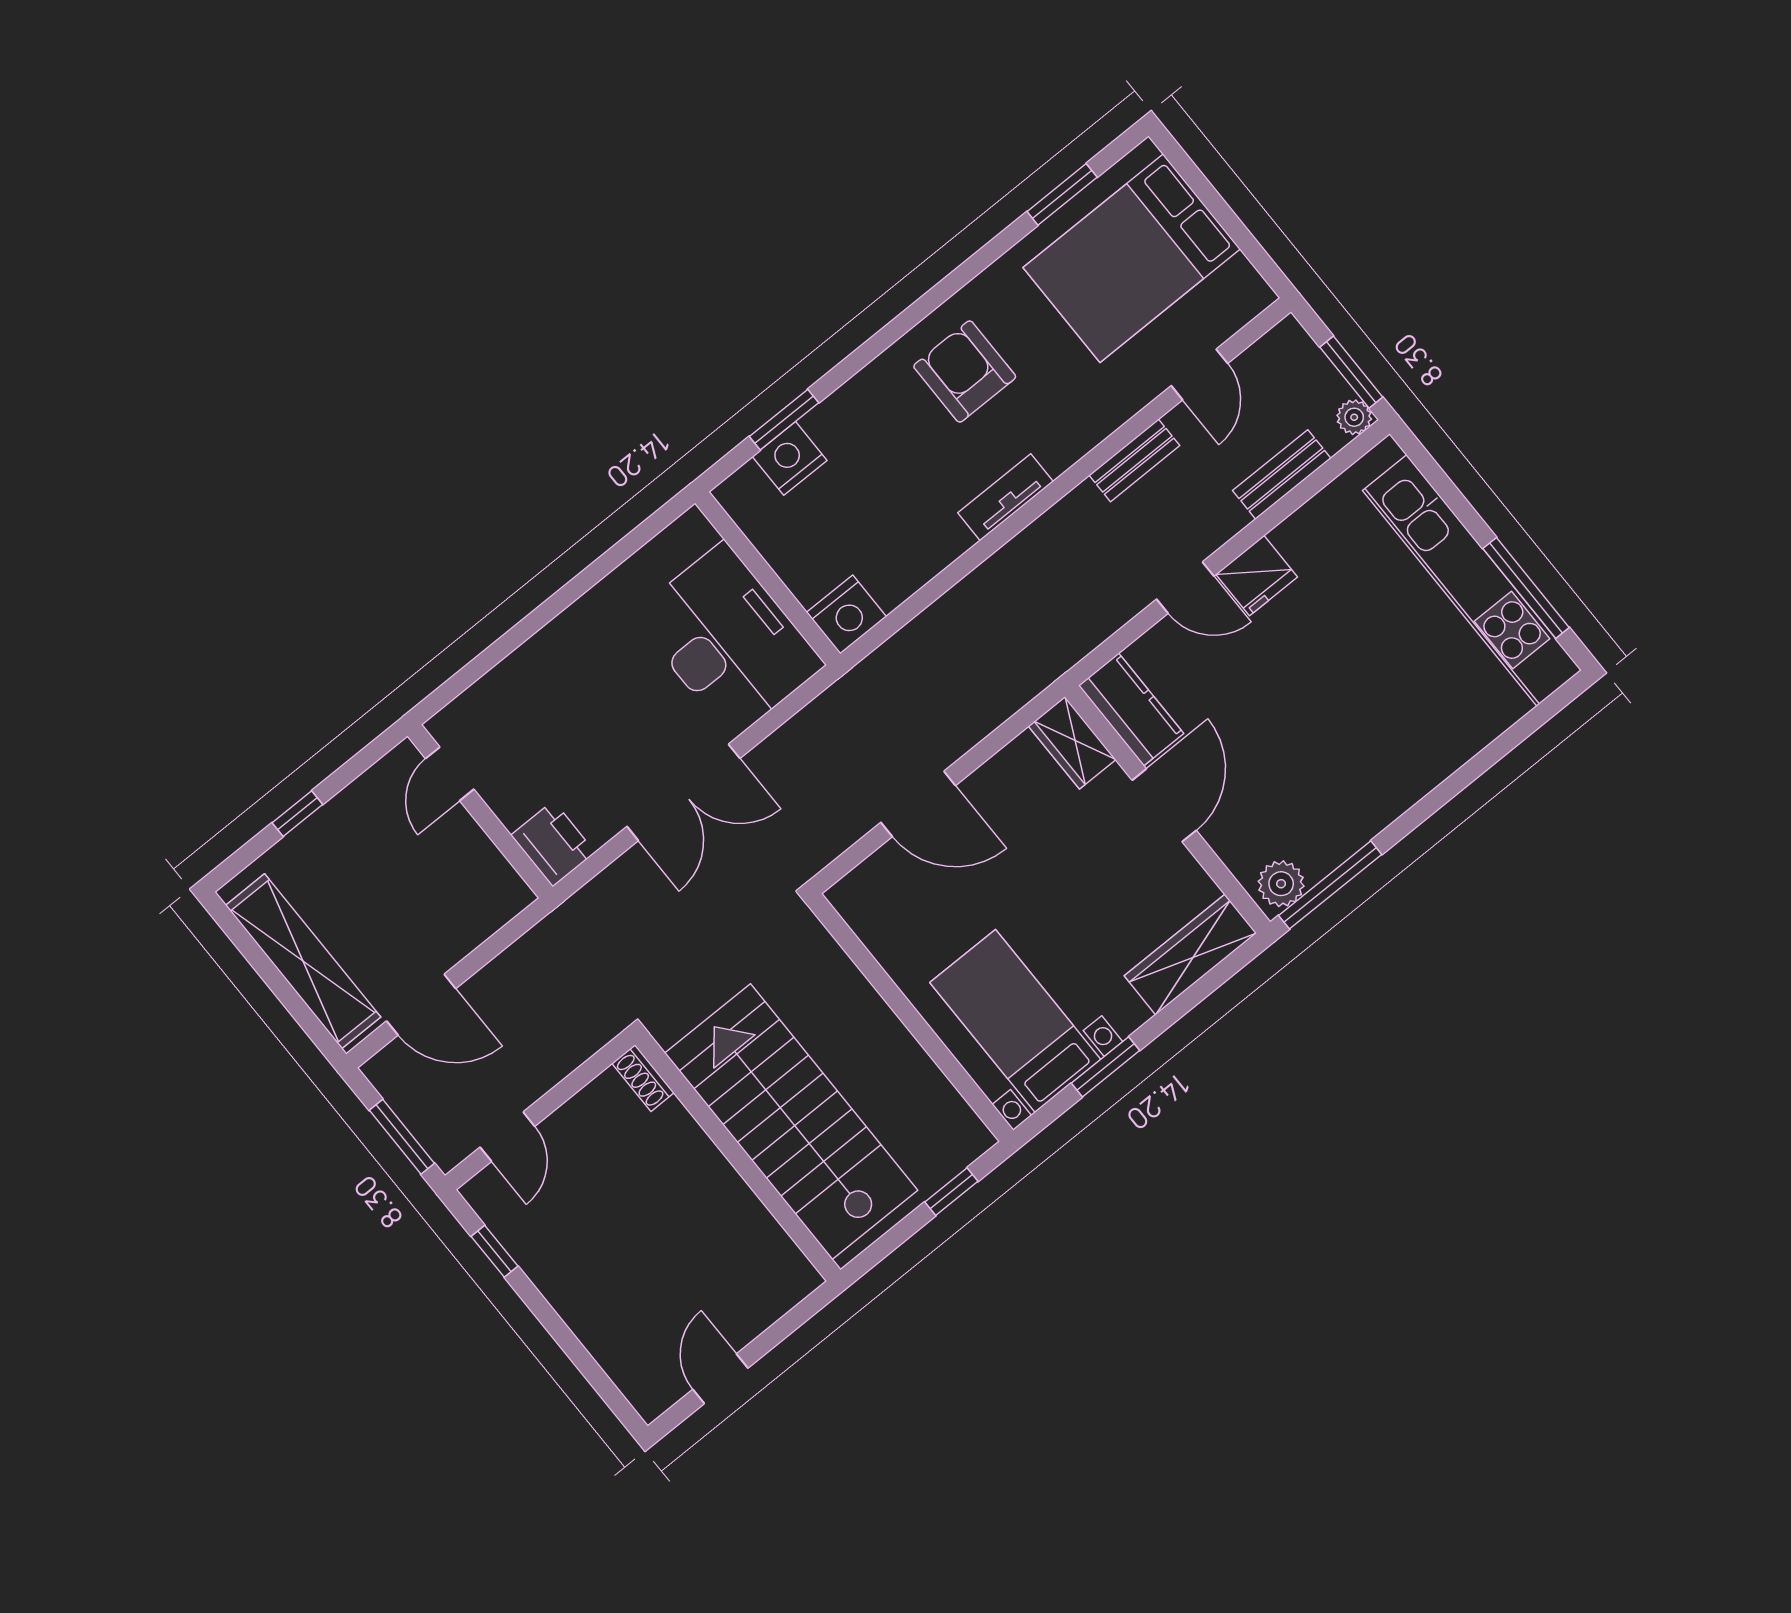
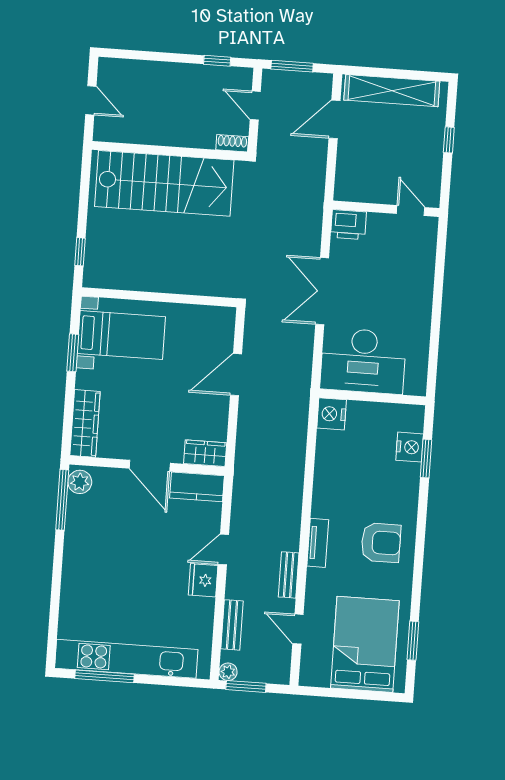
tv unit: (1006, 497) -> (318, 543), moved
shoe rack: (643, 1078) -> (232, 143), moved
stairs: (791, 1122) -> (164, 183), moved
wall: (738, 1157) -> (170, 151), moved

